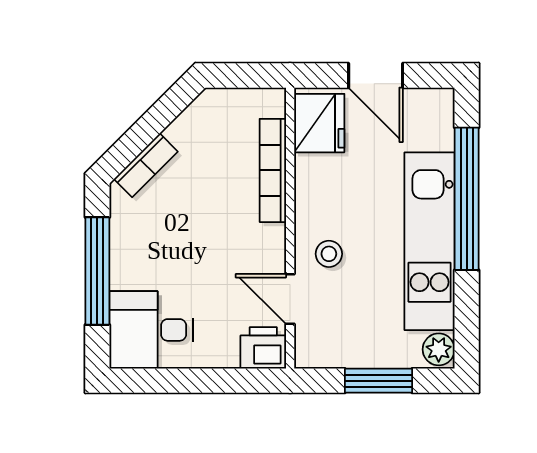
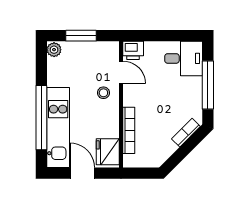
kitchen unit: (430, 241) -> (58, 128), moved

